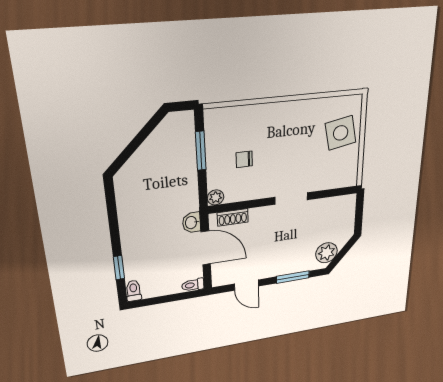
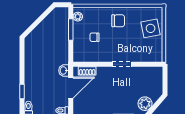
chair: (286, 126) -> (118, 21), added
plant: (216, 197) -> (78, 17), moved
door: (206, 248) -> (71, 88), hinge flipped

